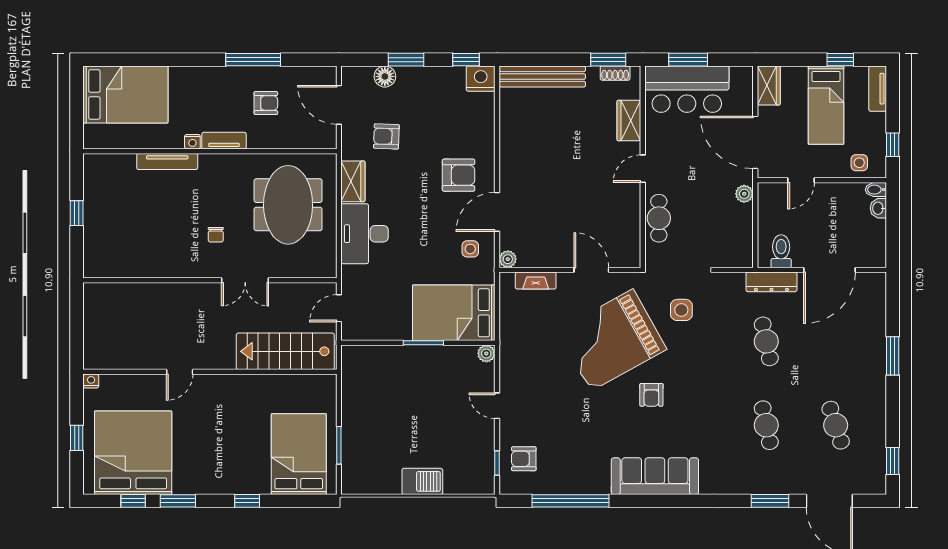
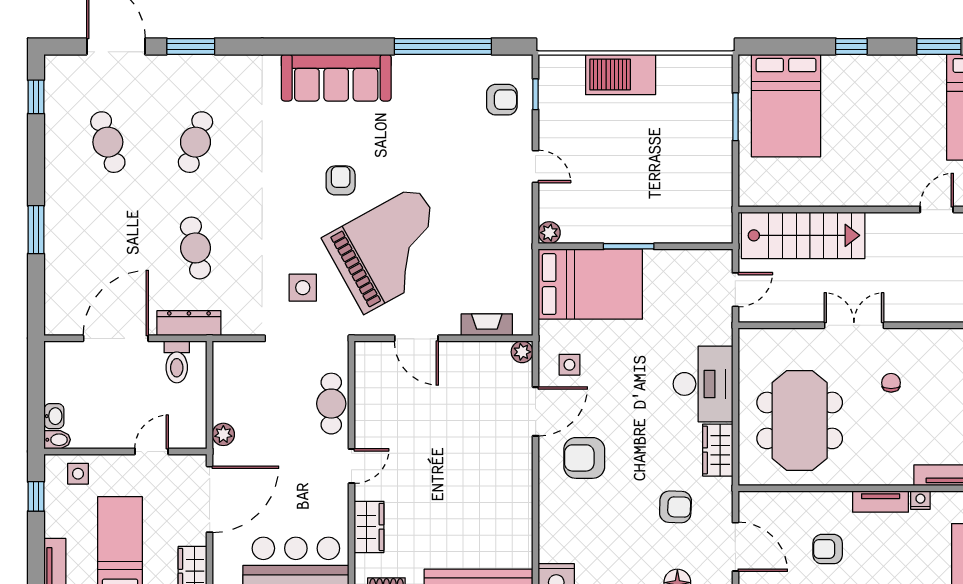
door: (755, 142) -> (210, 499), hinge flipped
cafe table: (766, 425) -> (195, 142), turned 30
barbecue: (422, 481) -> (621, 75), width x1.37, depth x1.21

